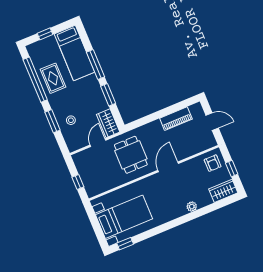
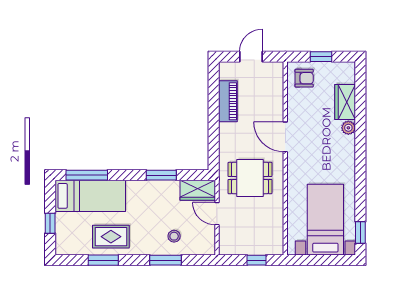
window: (96, 64) -> (87, 175), moved
window: (35, 80) -> (103, 260), width x0.47
wardrobe: (223, 191) -> (345, 102), moved

